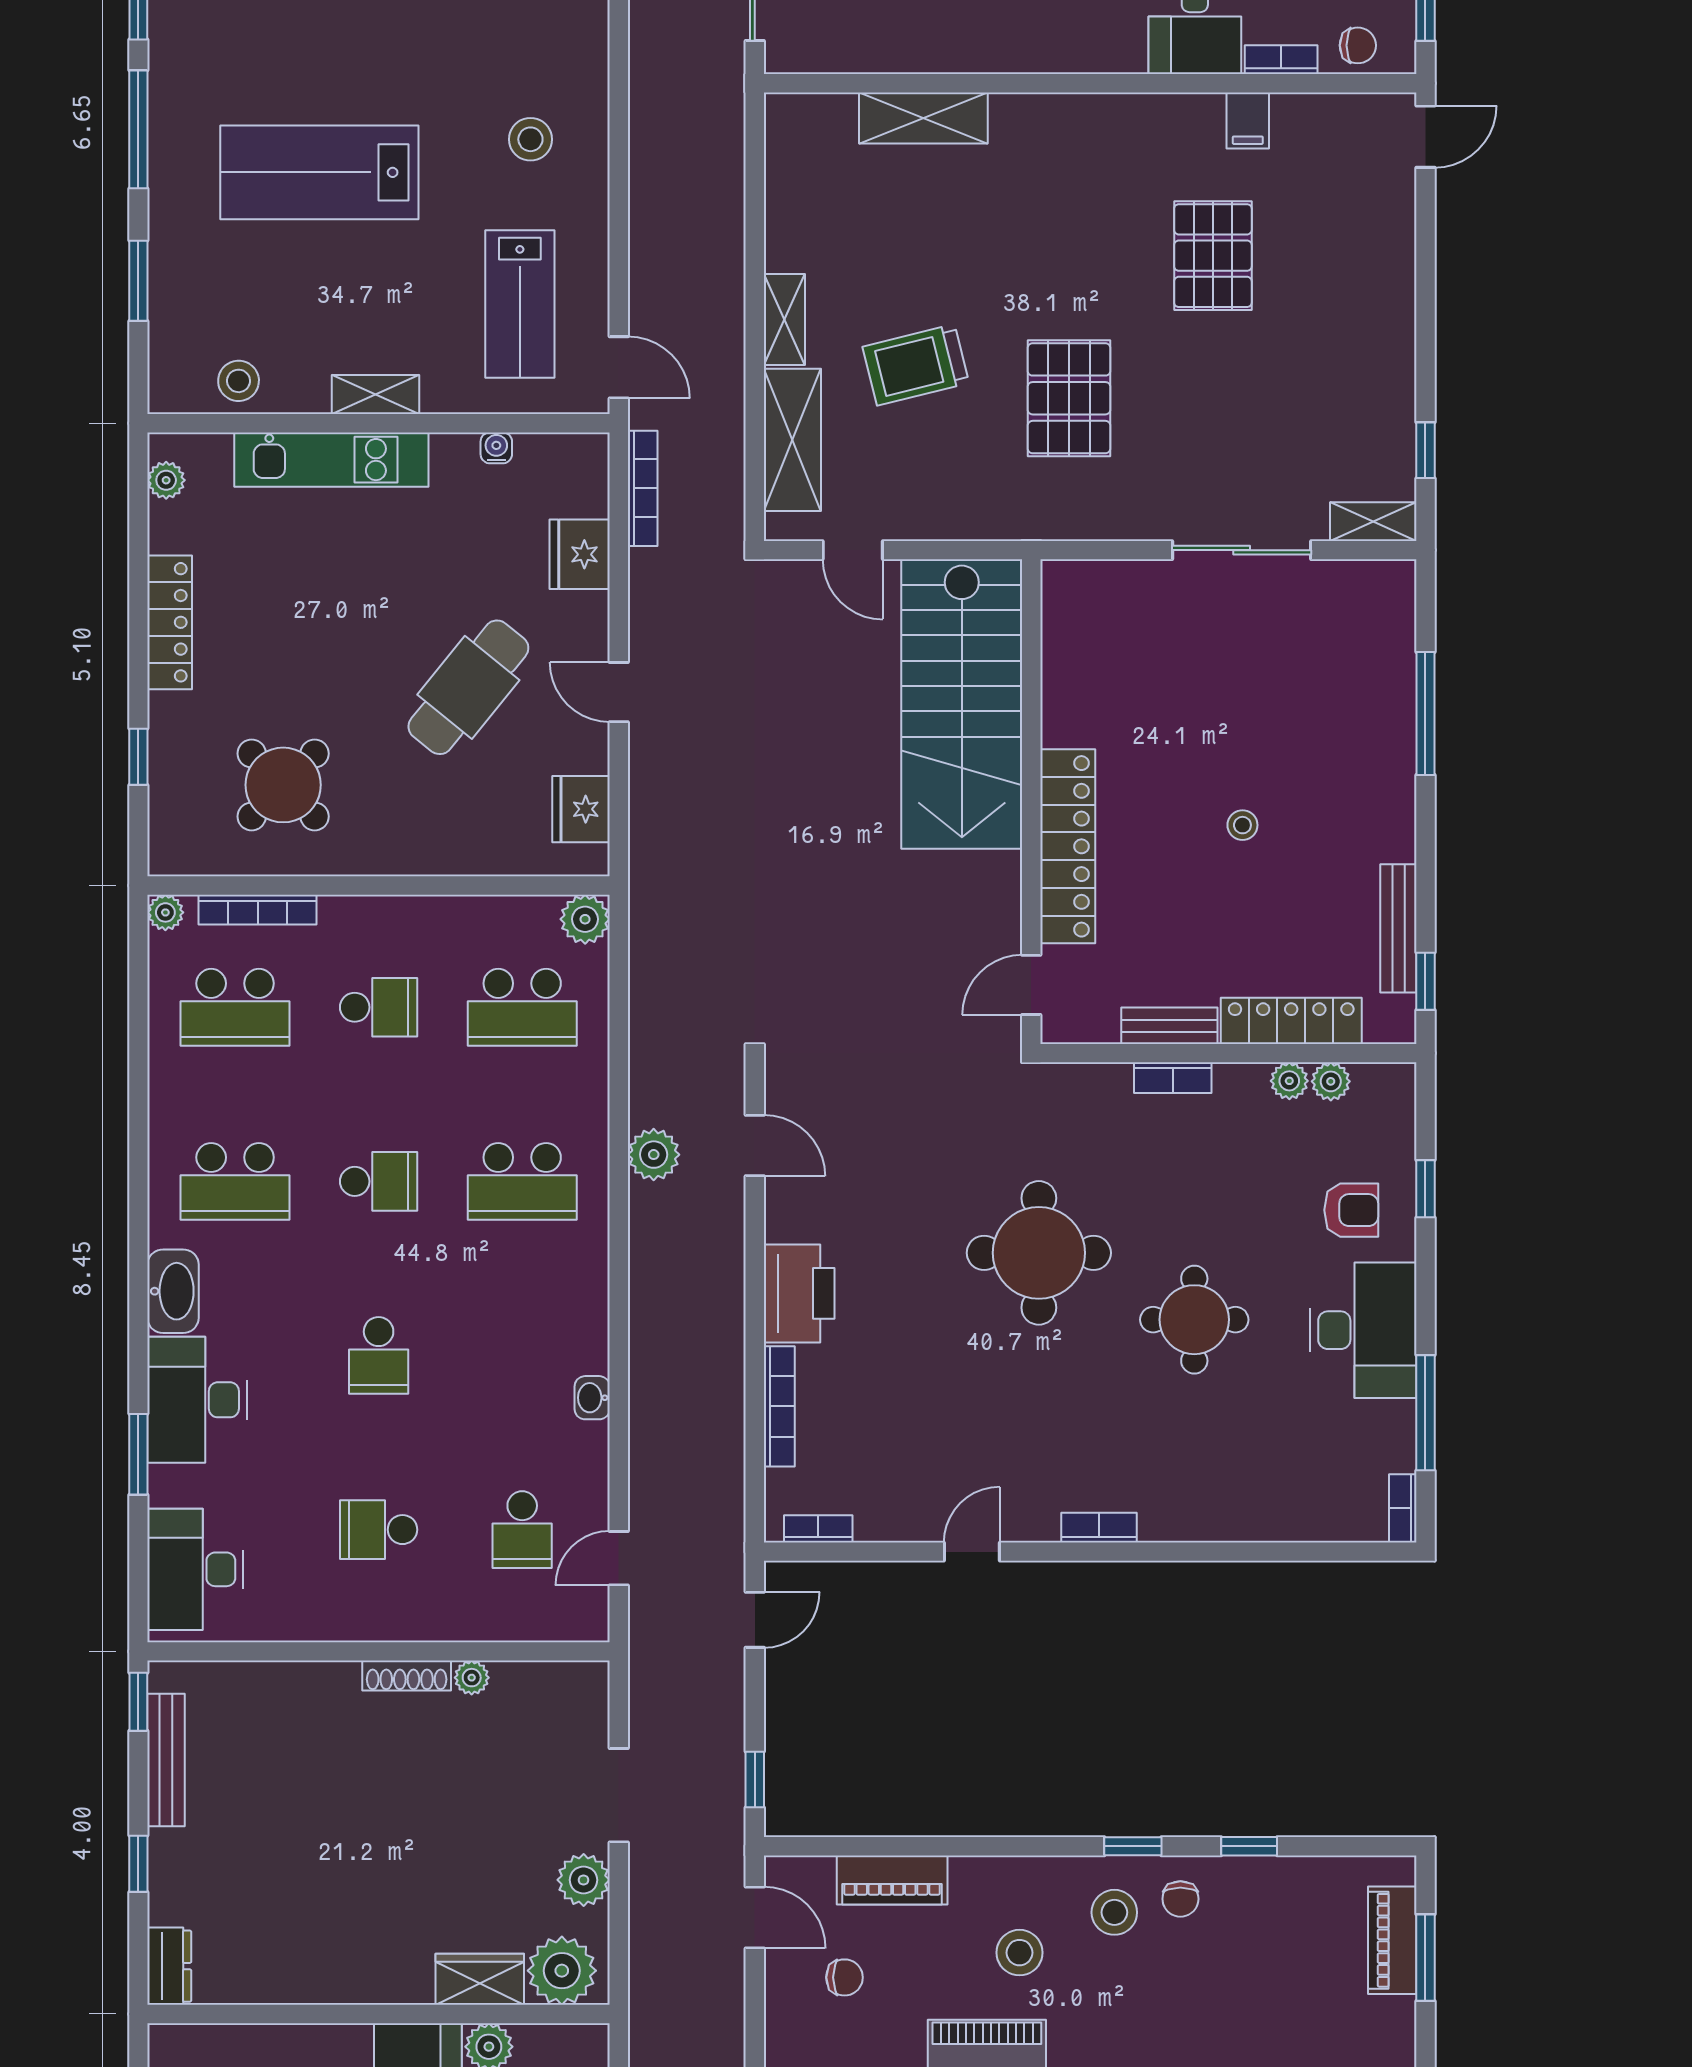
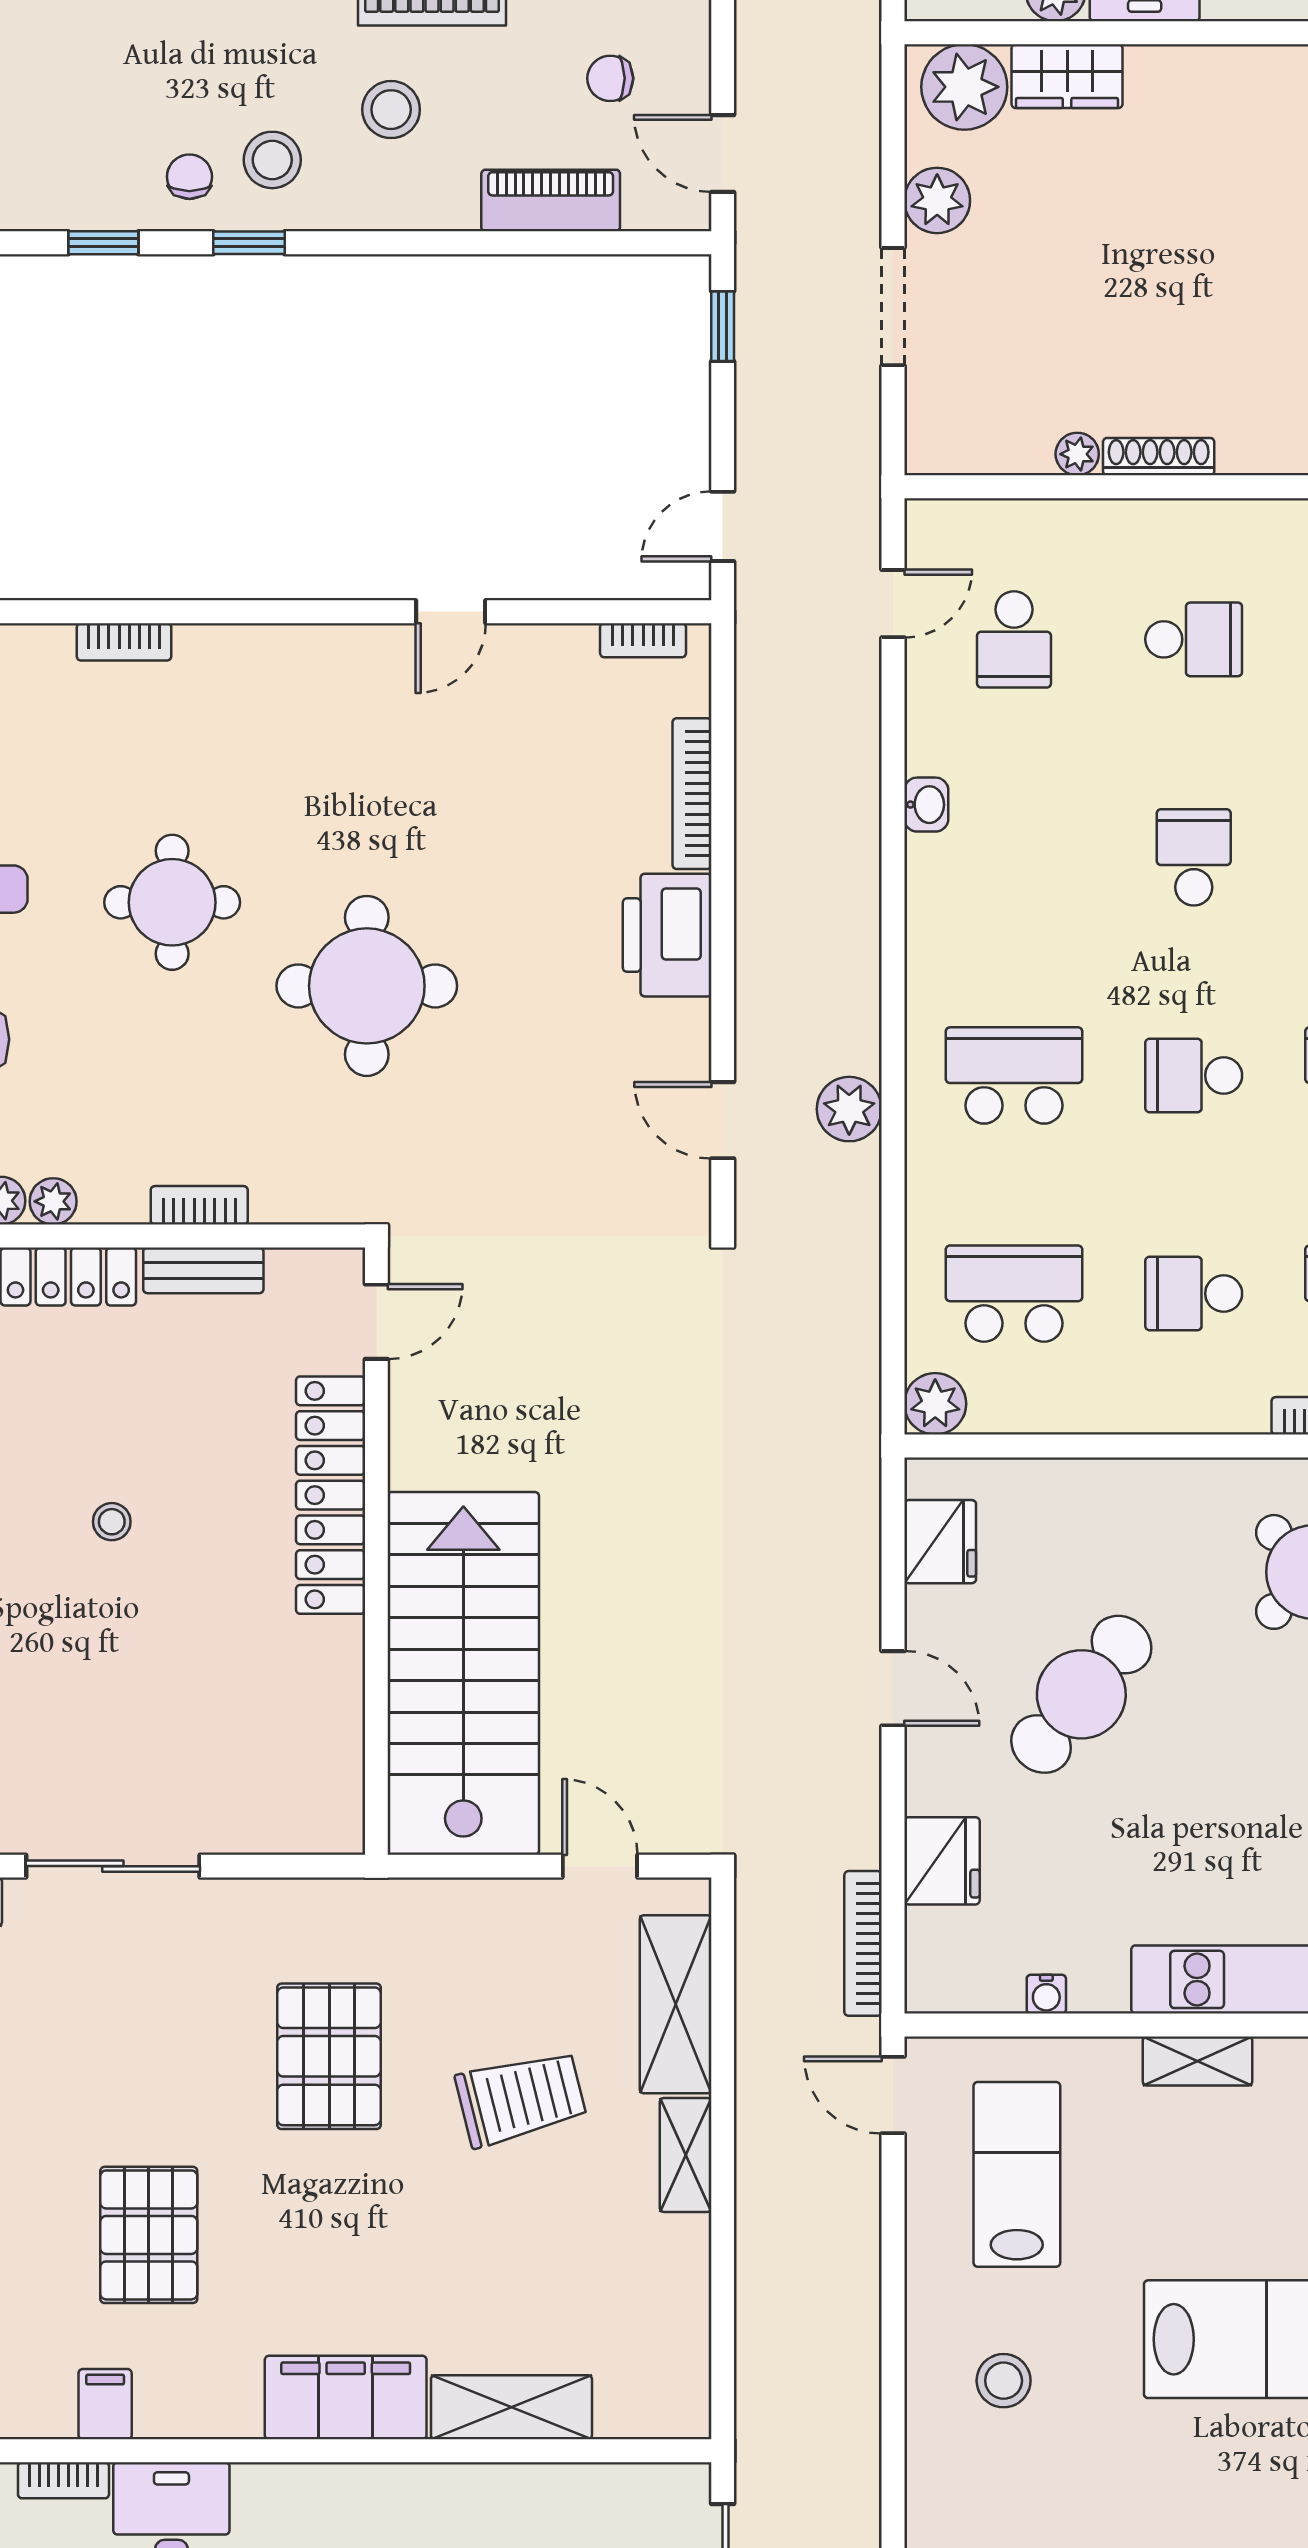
filing cabinet: (1056, 126) -> (346, 2398), added
bookcase: (1099, 1528) -> (124, 642), moved
school desk: (522, 1530) -> (1014, 639), turned 180

